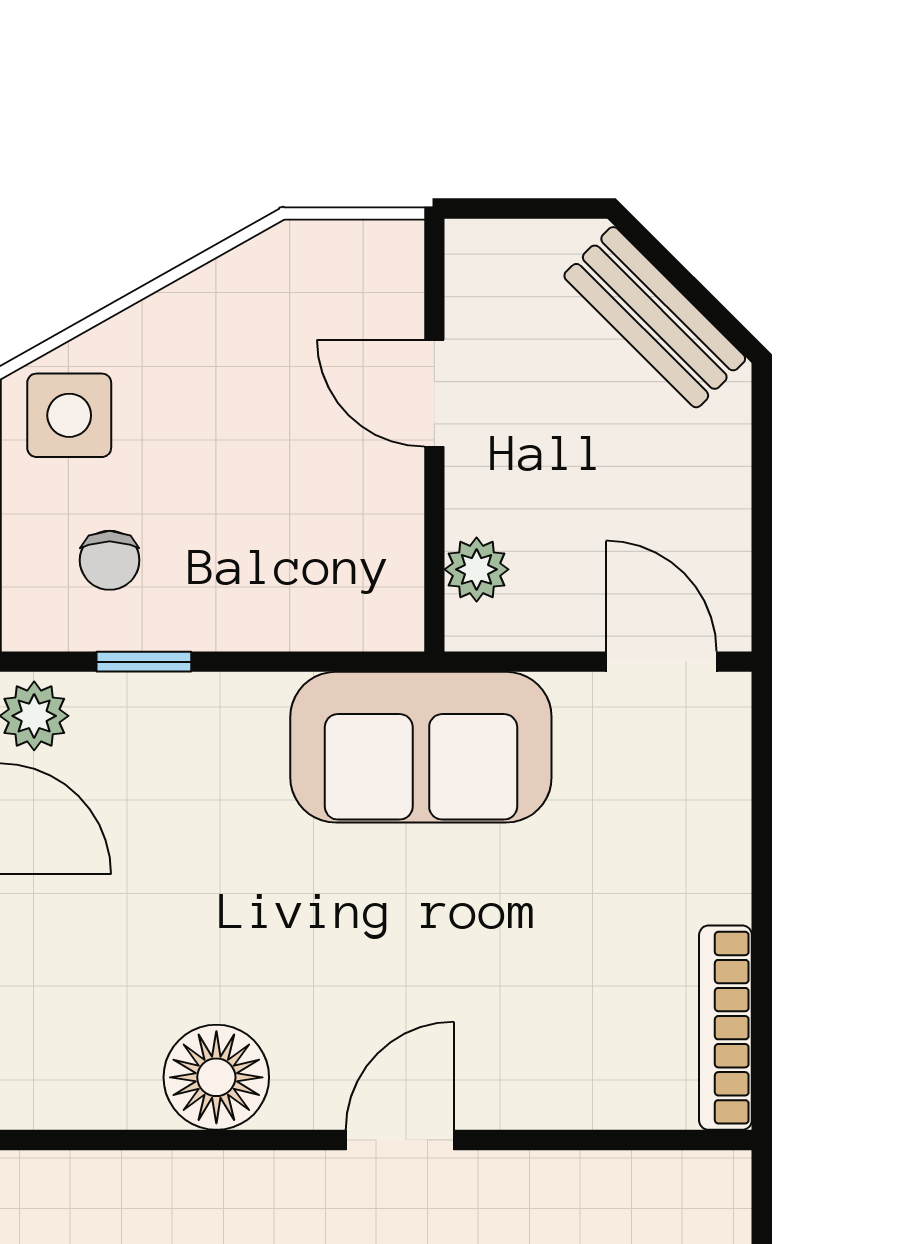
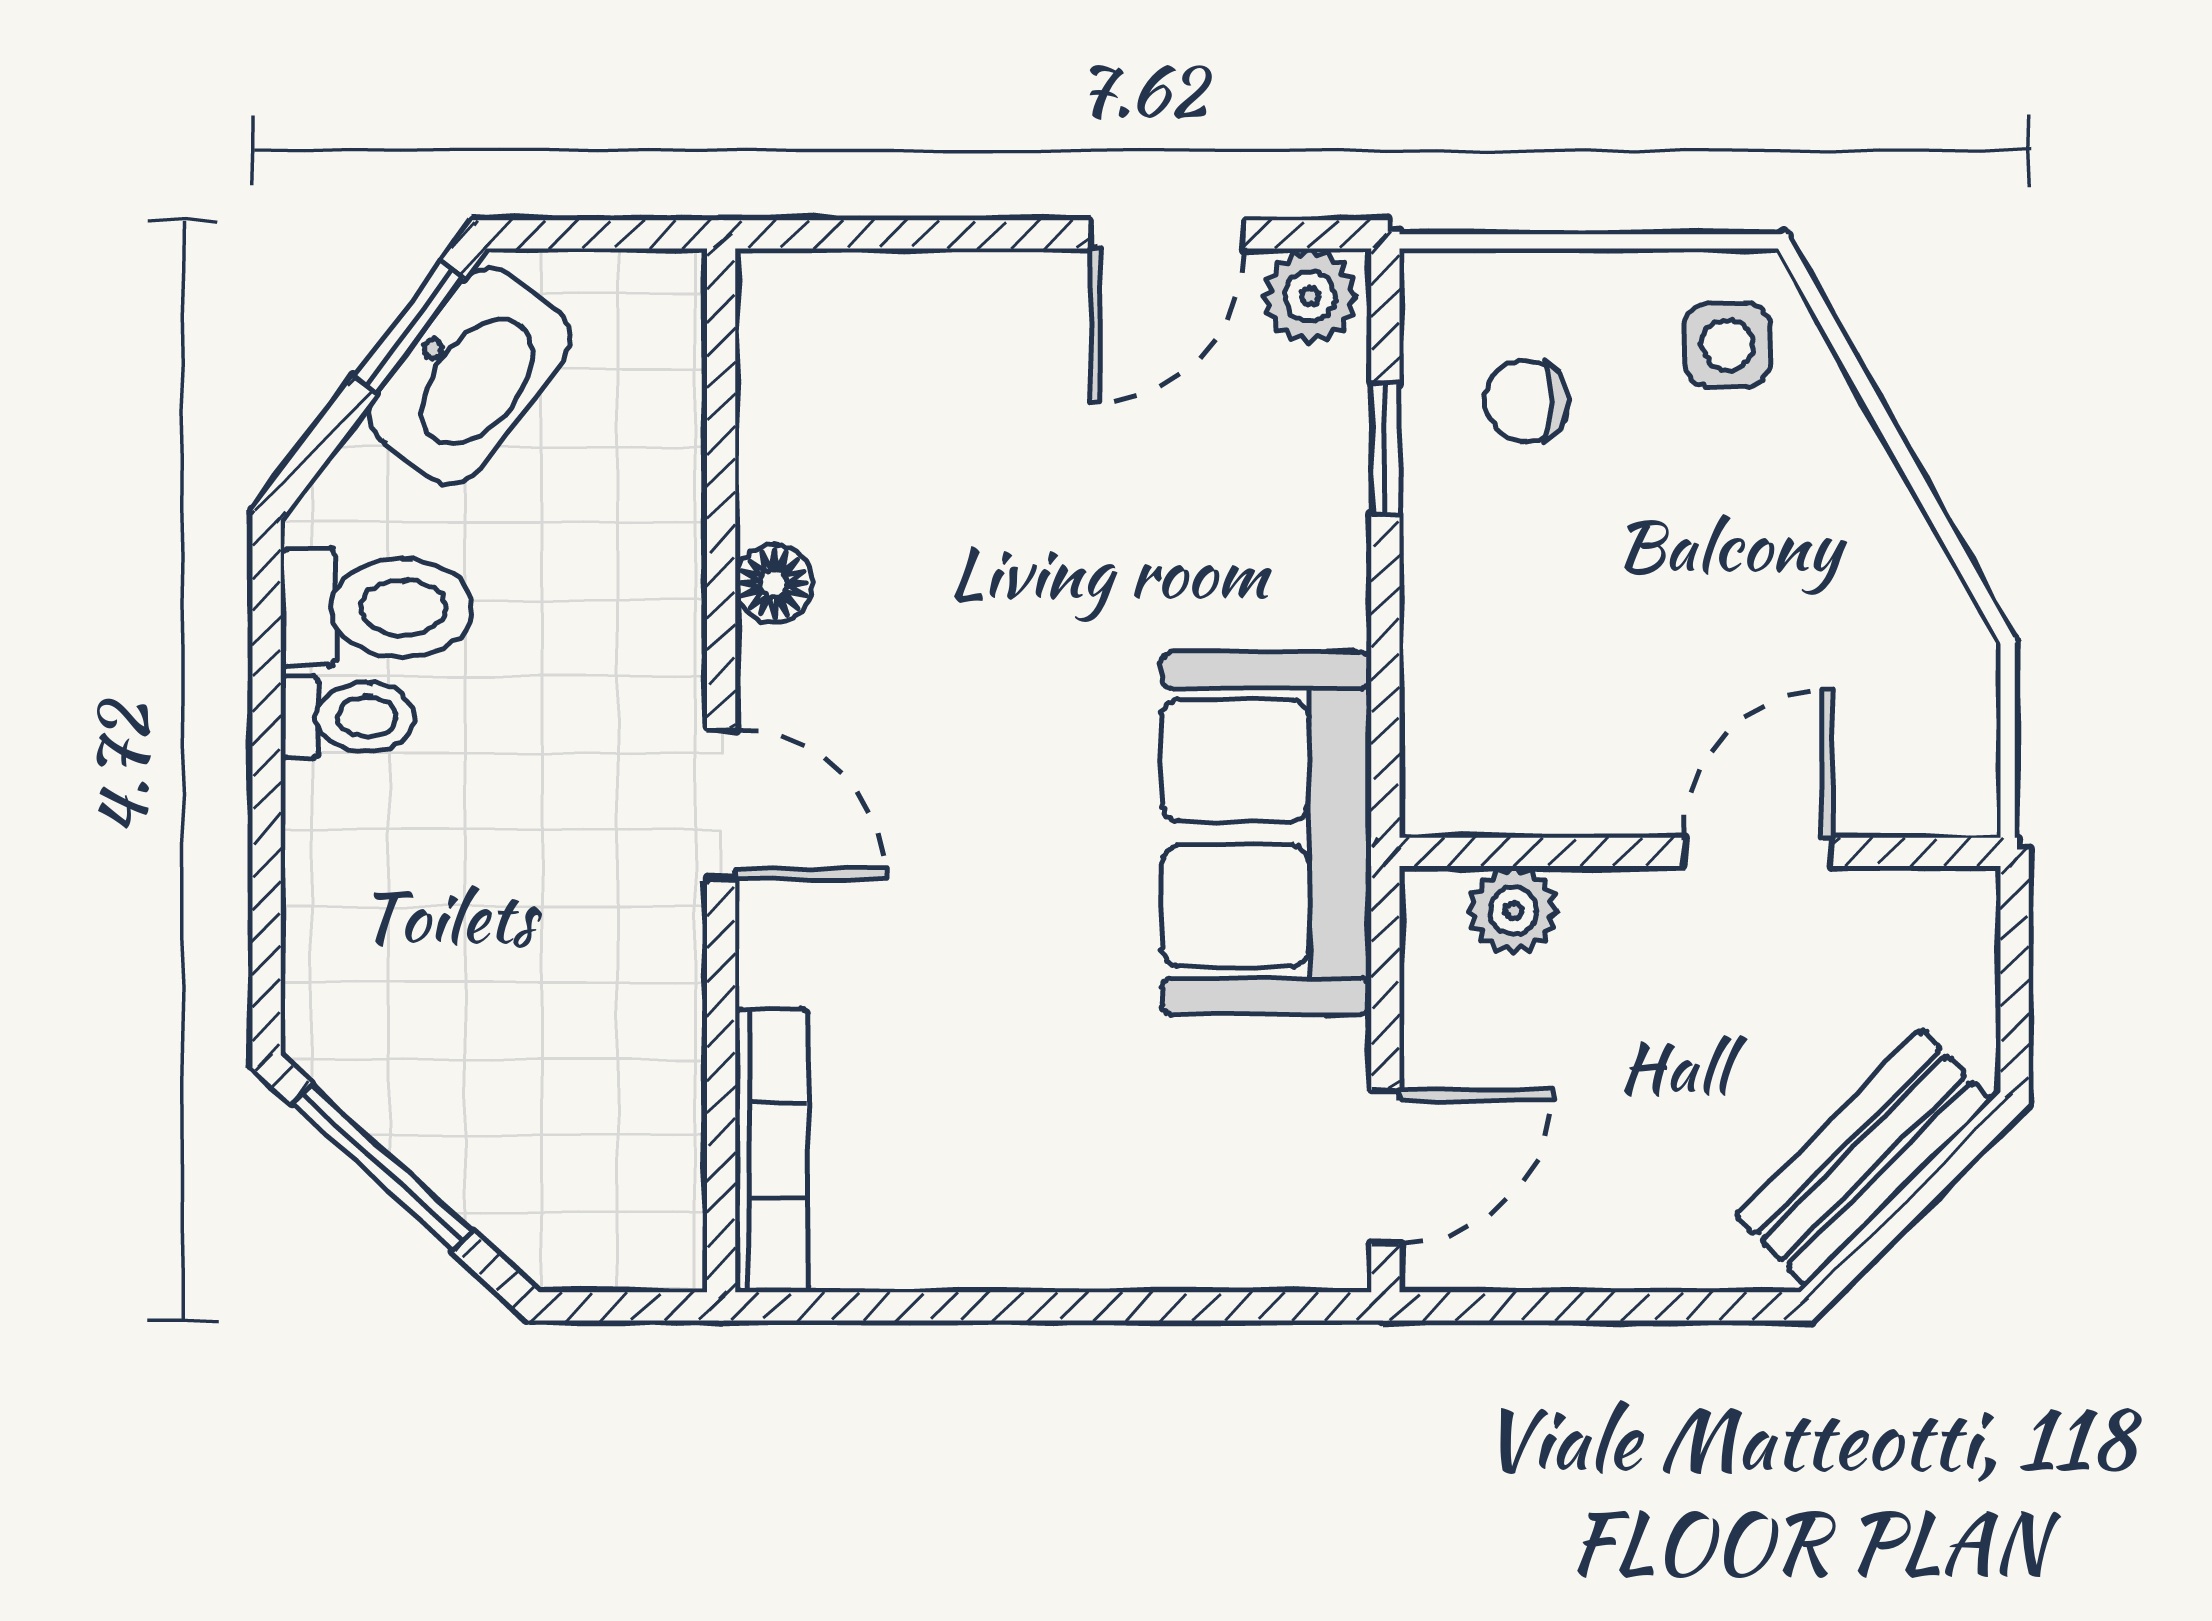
side table: (69, 415) -> (1727, 345), width x0.73, depth x0.73
bookcase: (725, 1028) -> (771, 1150), moved, turned 90
floor lamp: (216, 1077) -> (774, 583), width x0.53, depth x0.53

